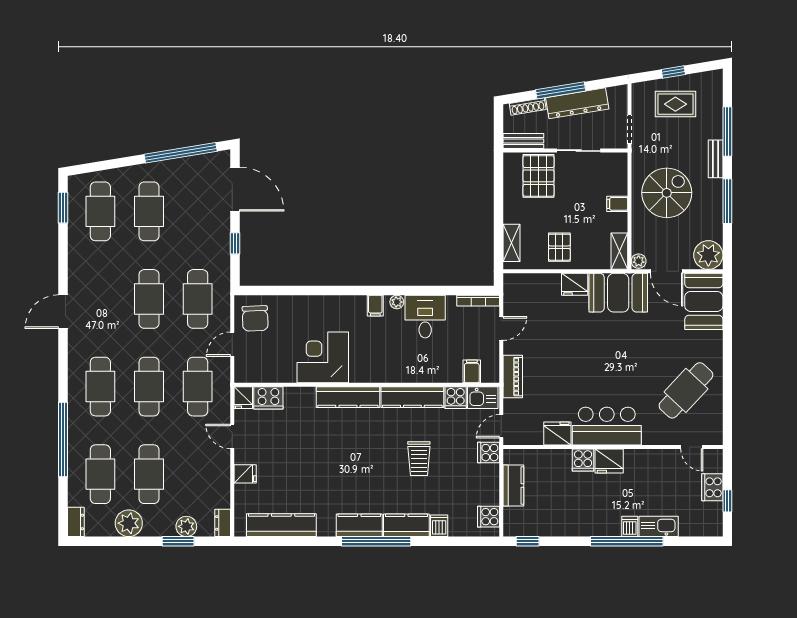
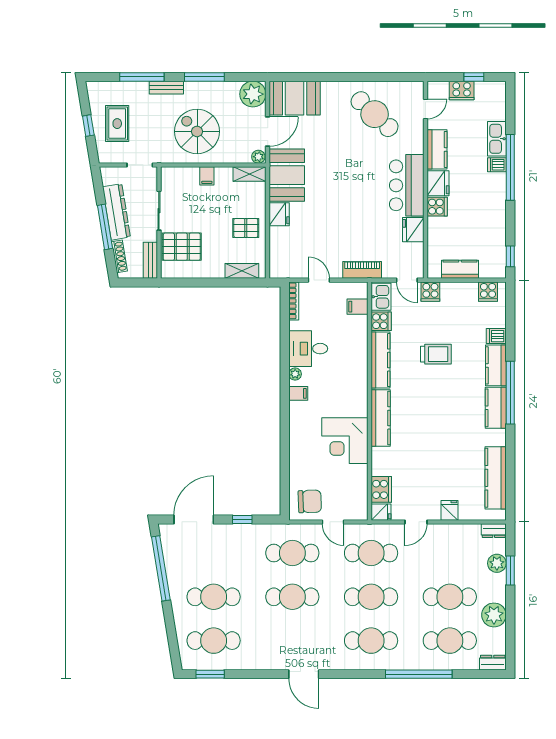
kitchen counter: (647, 460) -> (437, 149), added

